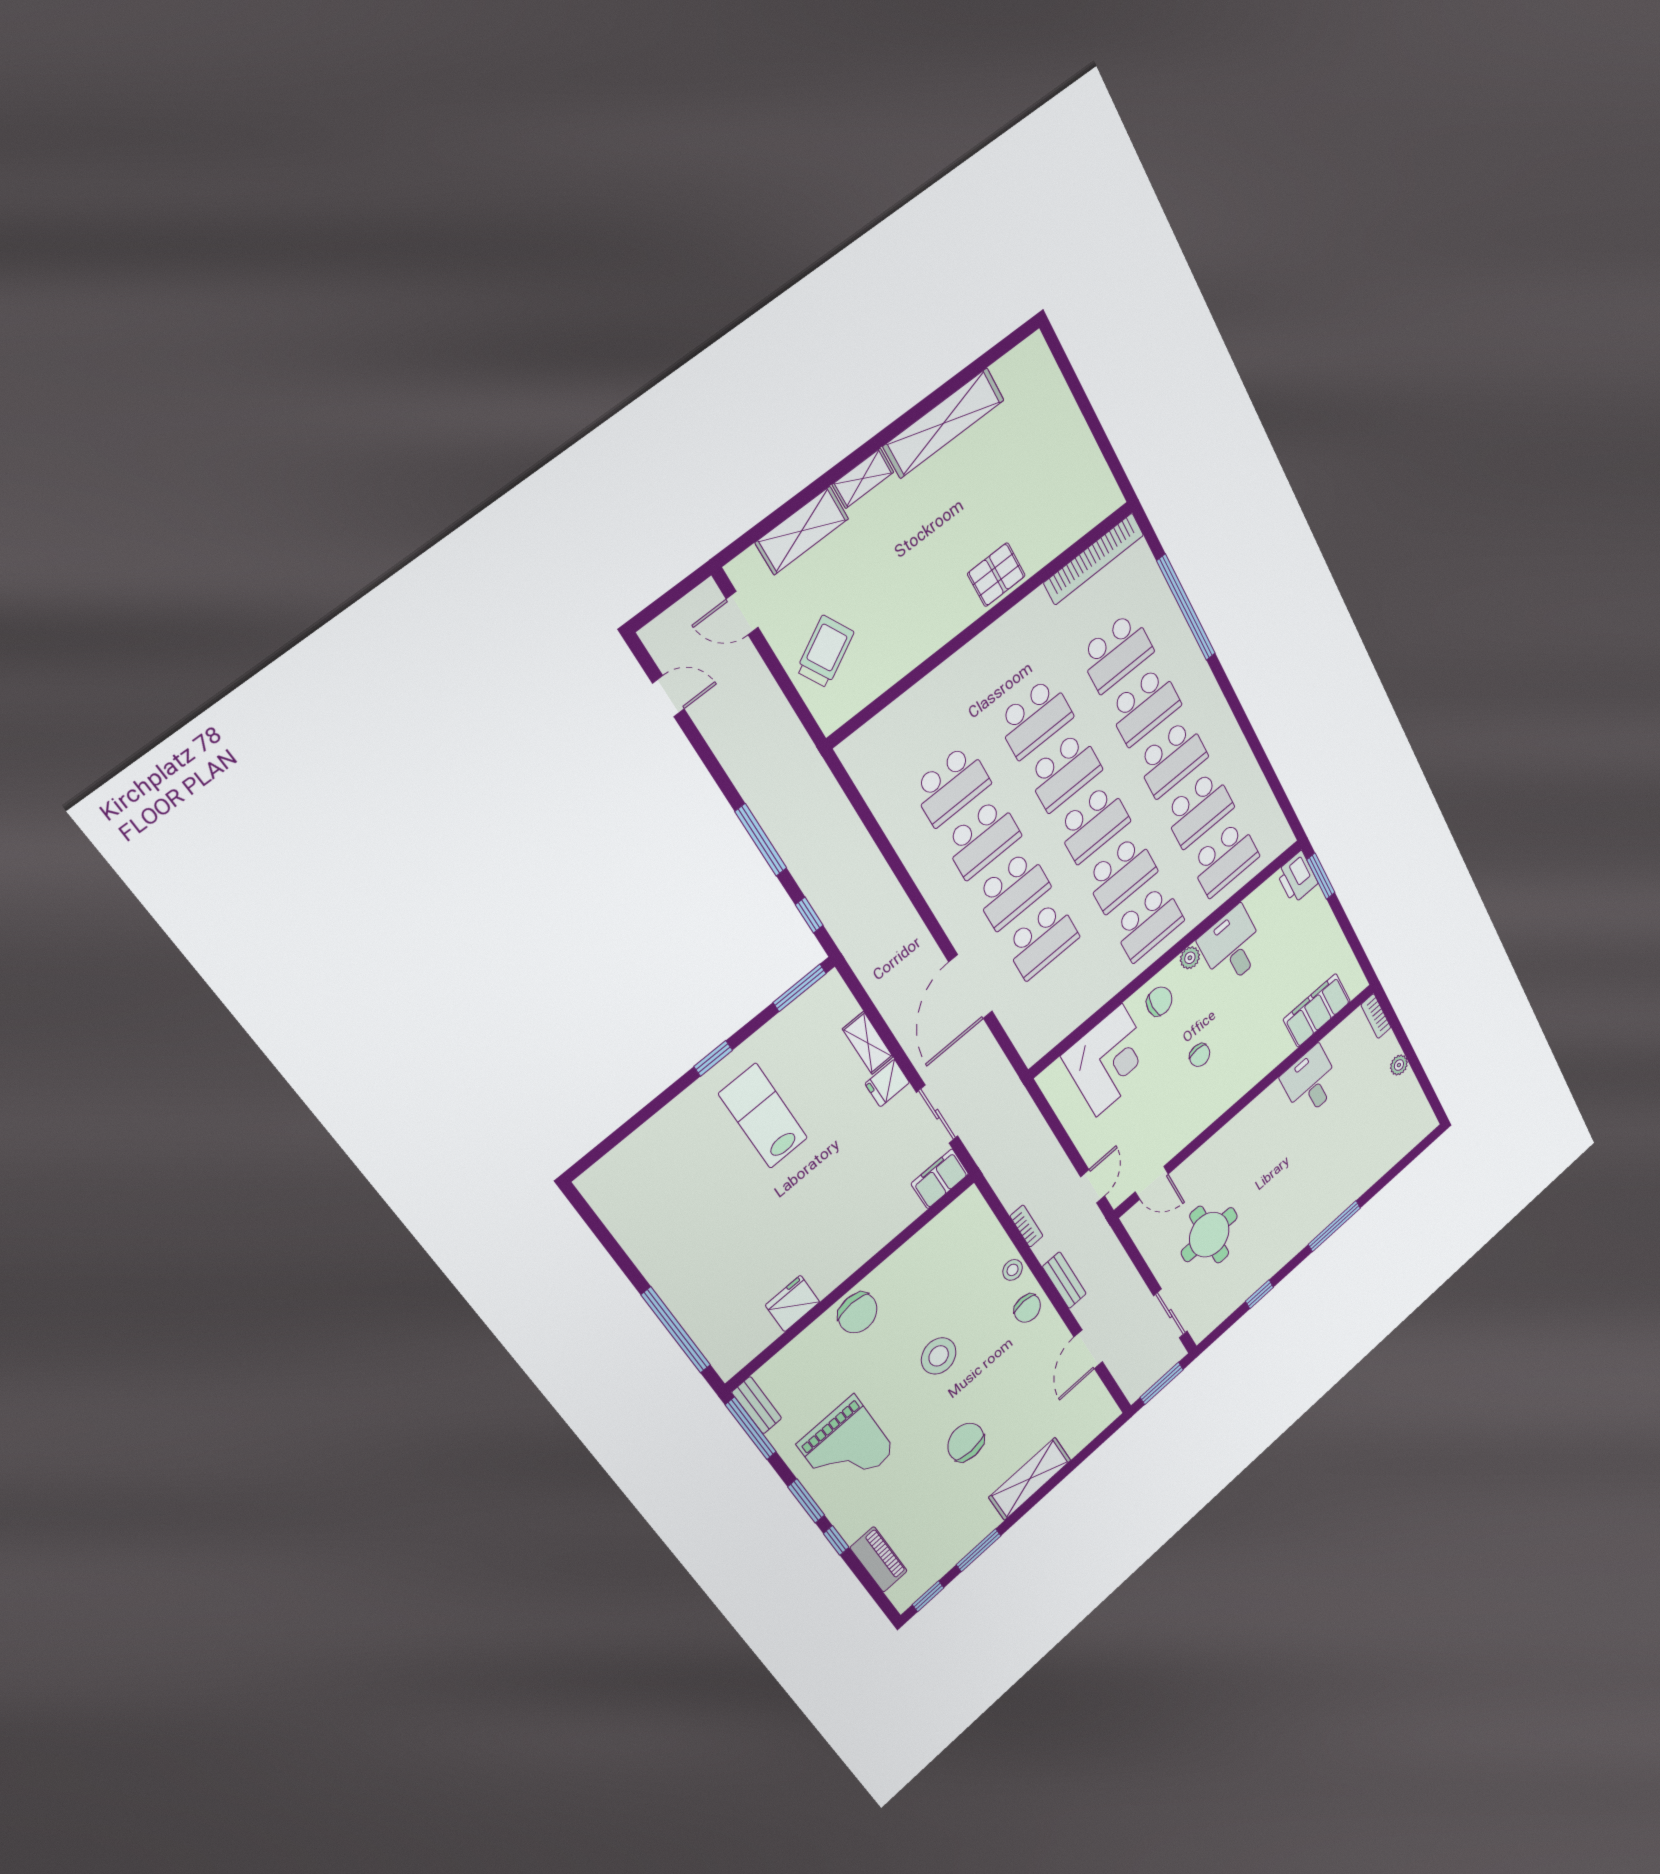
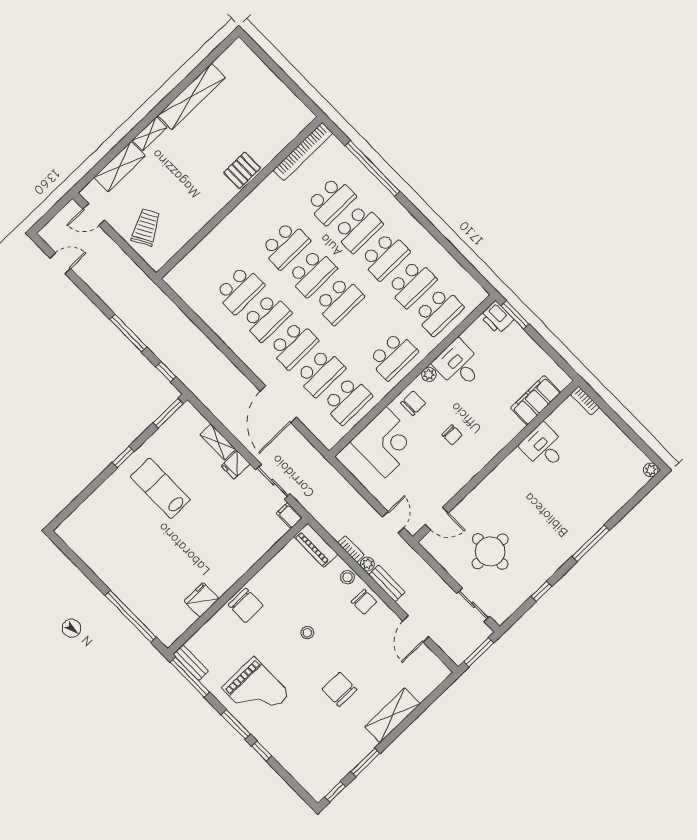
school desk: (1121, 874) -> (347, 400), moved
plant: (1399, 1065) -> (651, 470), moved
filing cabinet: (940, 1179) -> (289, 516), width x0.50
plant: (1044, 1250) -> (367, 564), added
stool: (939, 1356) -> (307, 633), width x0.53, depth x0.53
piano: (879, 1559) -> (316, 545), moved, turned 180

